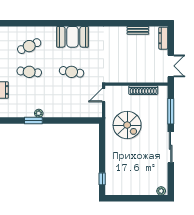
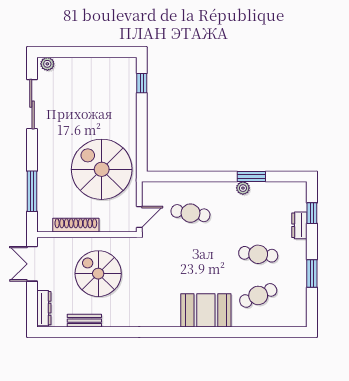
booth: (72, 37) -> (206, 310), moved
spiral stairs: (129, 60) -> (98, 274), added
cafe table: (72, 72) -> (190, 213), moved
spiral stairs: (127, 125) -> (102, 169), width x1.37, depth x1.37
sliding door: (171, 147) -> (32, 104), moved

